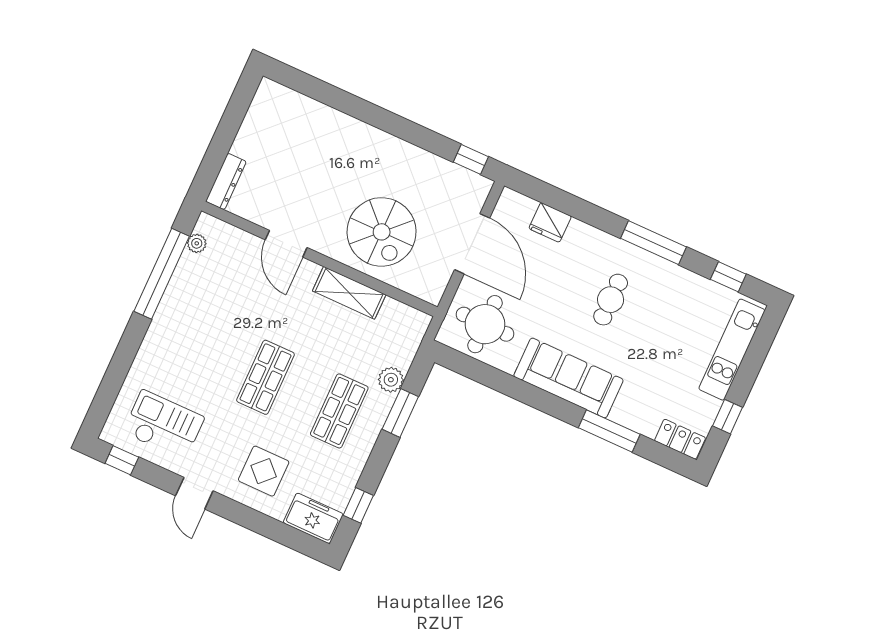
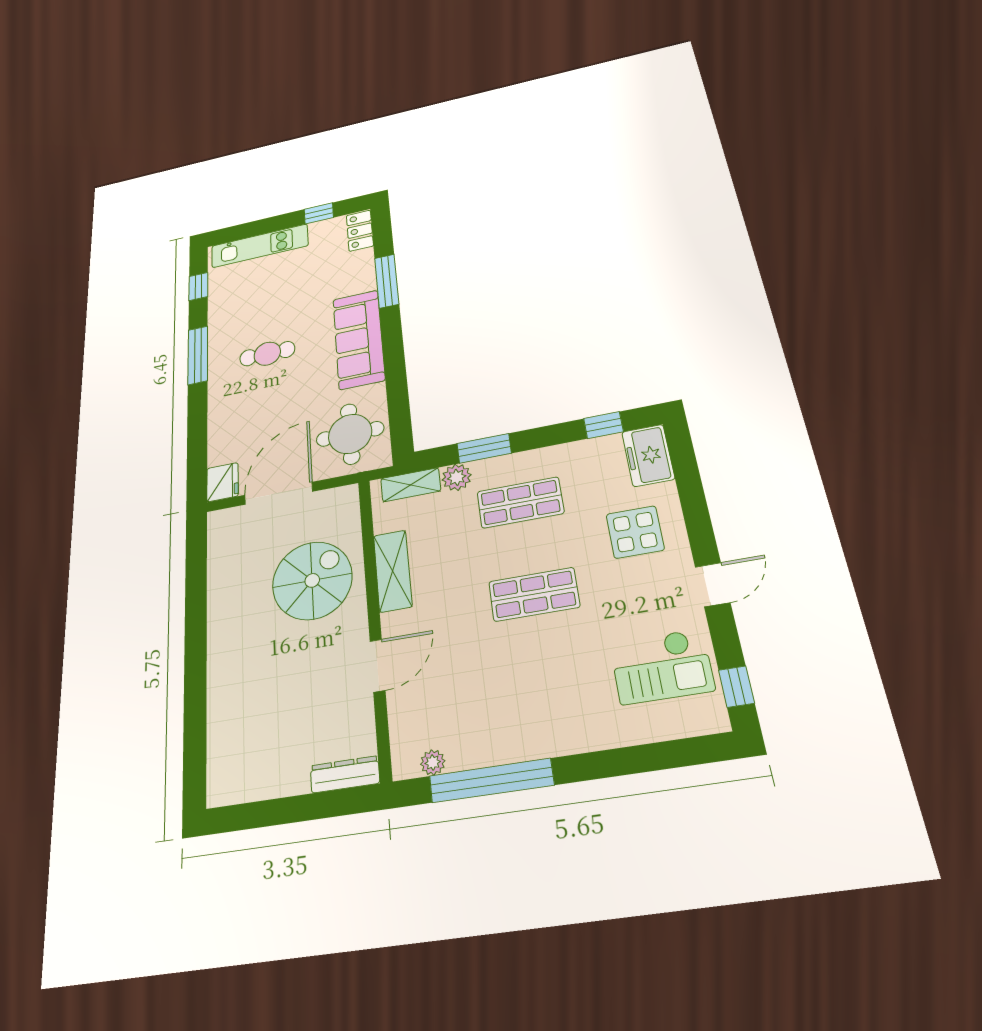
window: (471, 159) -> (196, 546), removed
fridge: (550, 222) -> (223, 482), moved
shelving: (409, 344) -> (411, 485), added
checkout: (164, 425) -> (662, 666), turned -90

